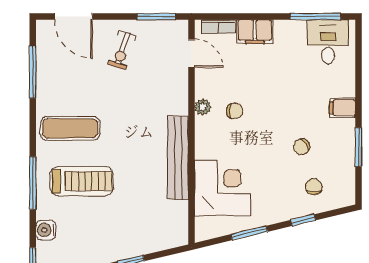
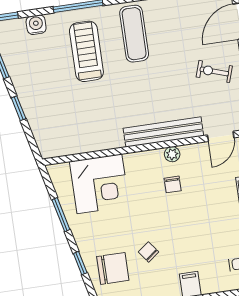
bench: (178, 158) -> (163, 132), moved
treadmill: (82, 181) -> (86, 51), turned 180
chair: (314, 187) -> (113, 268), width x1.87, depth x1.87

